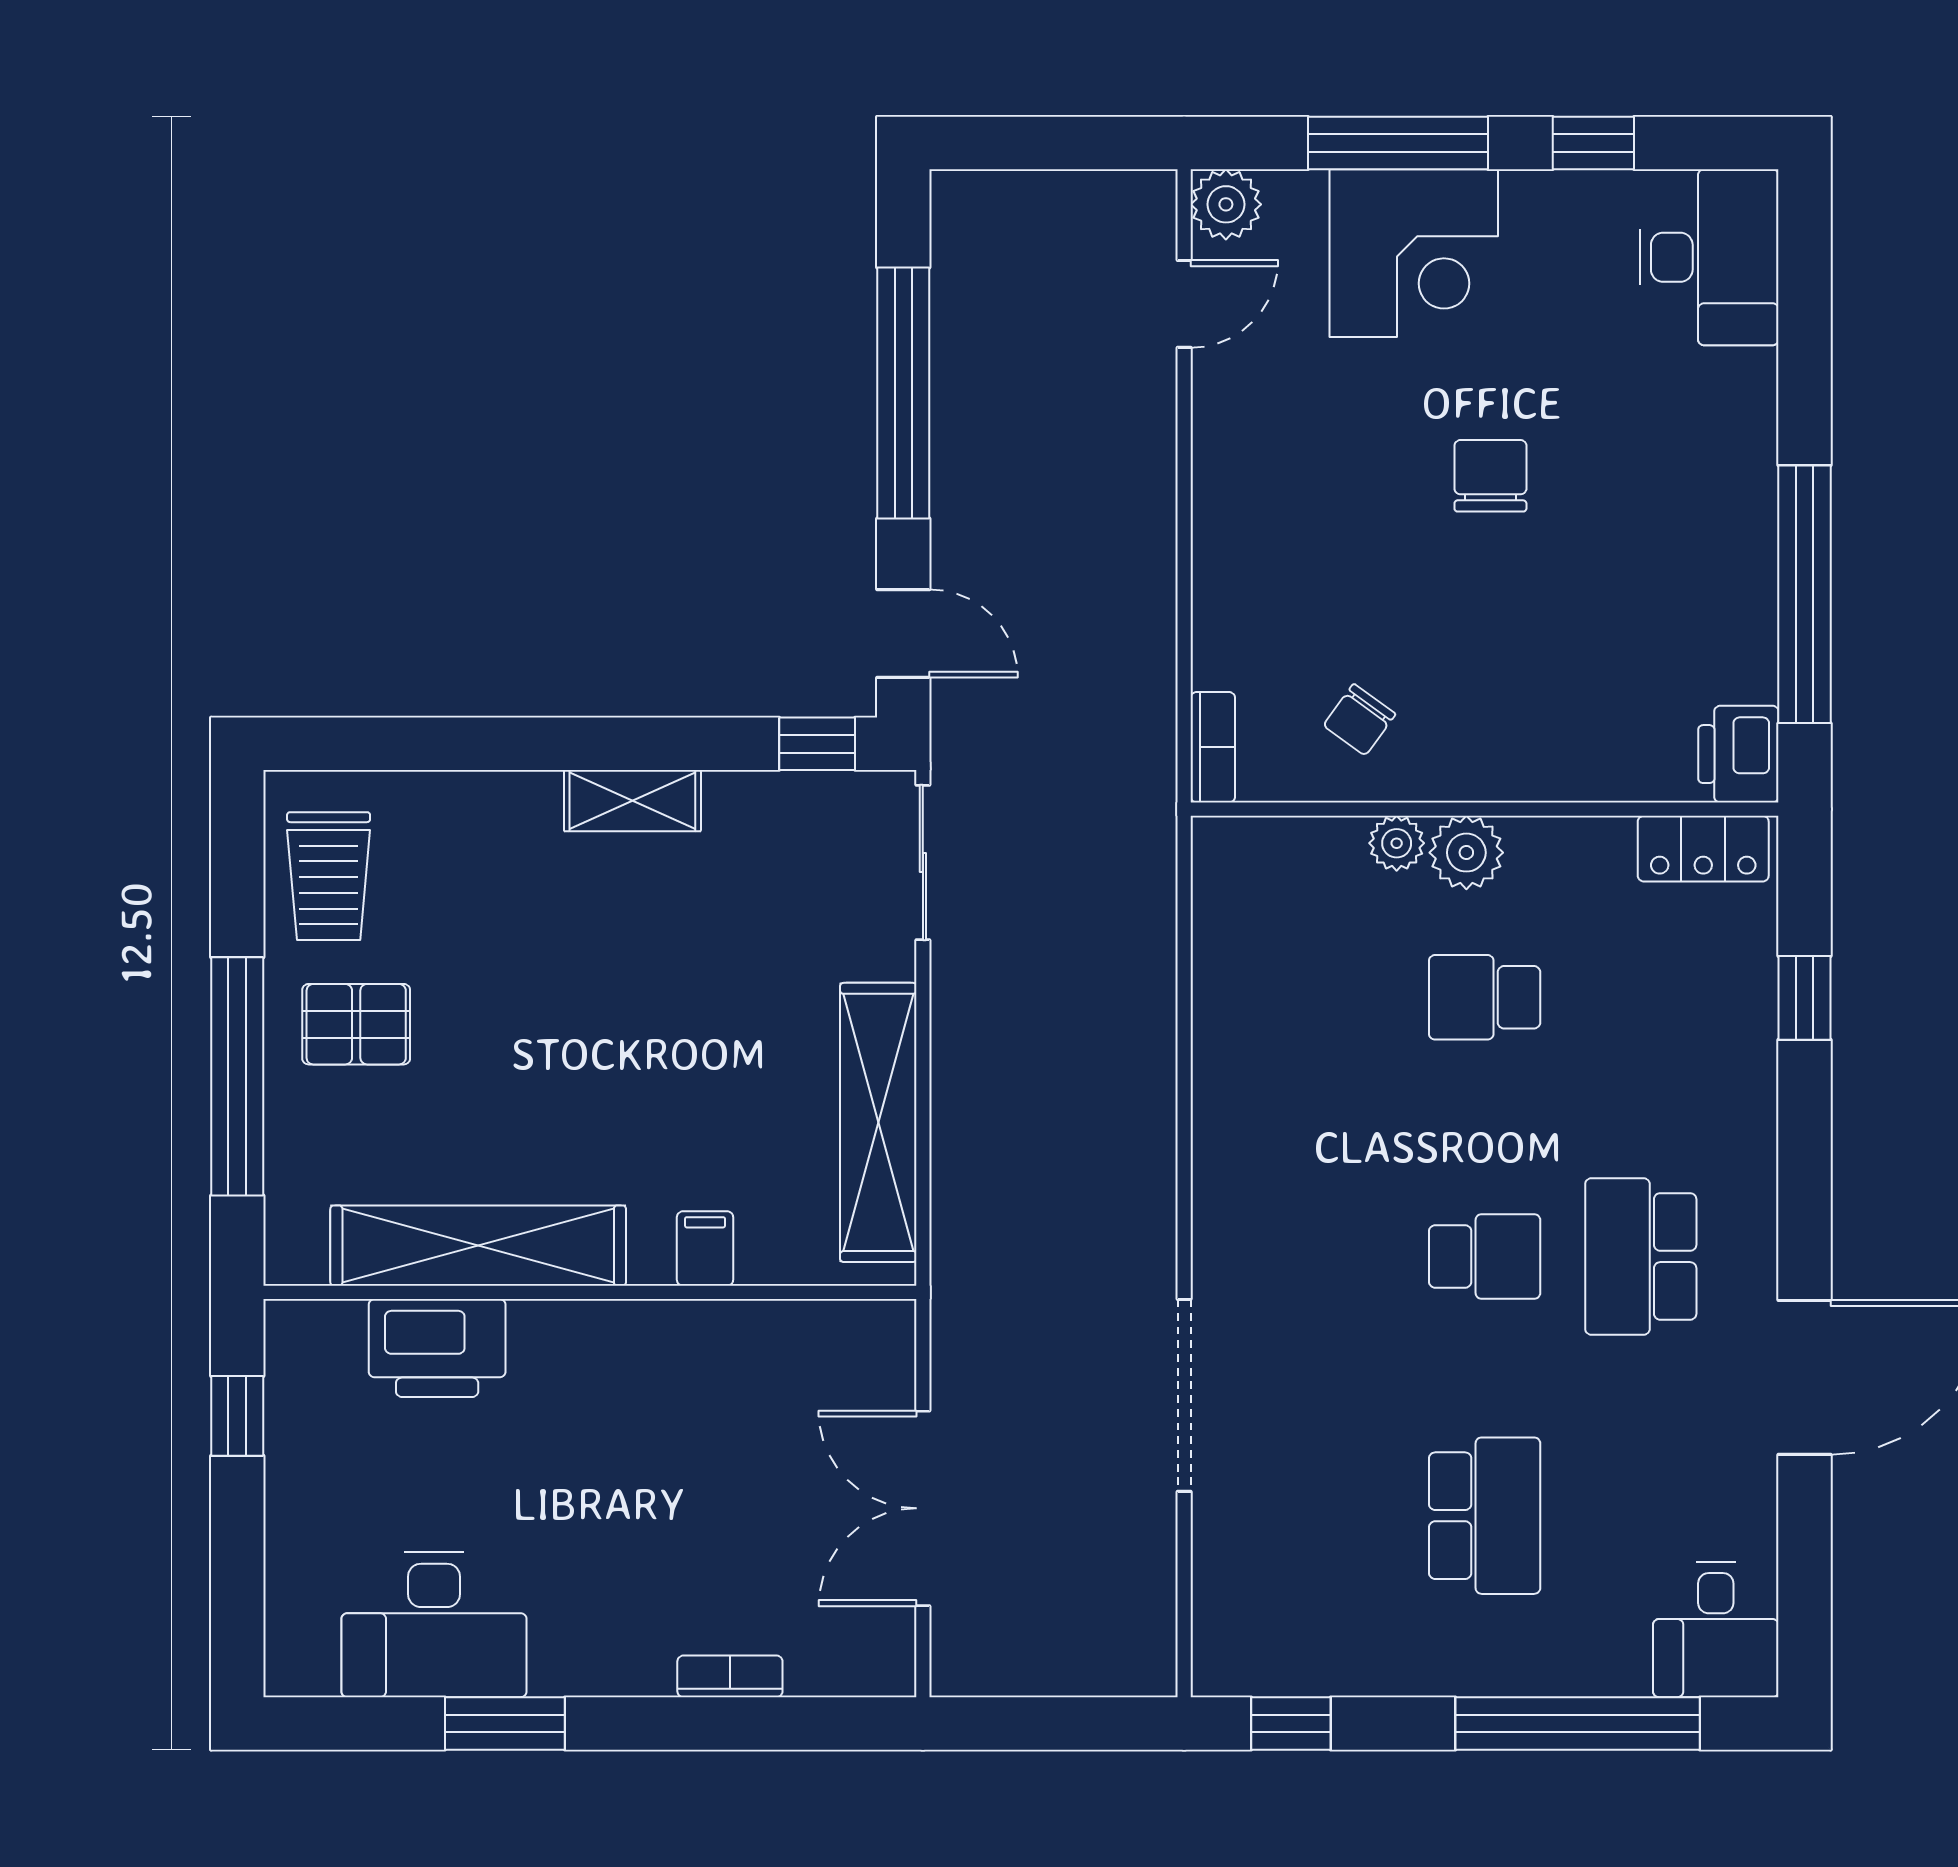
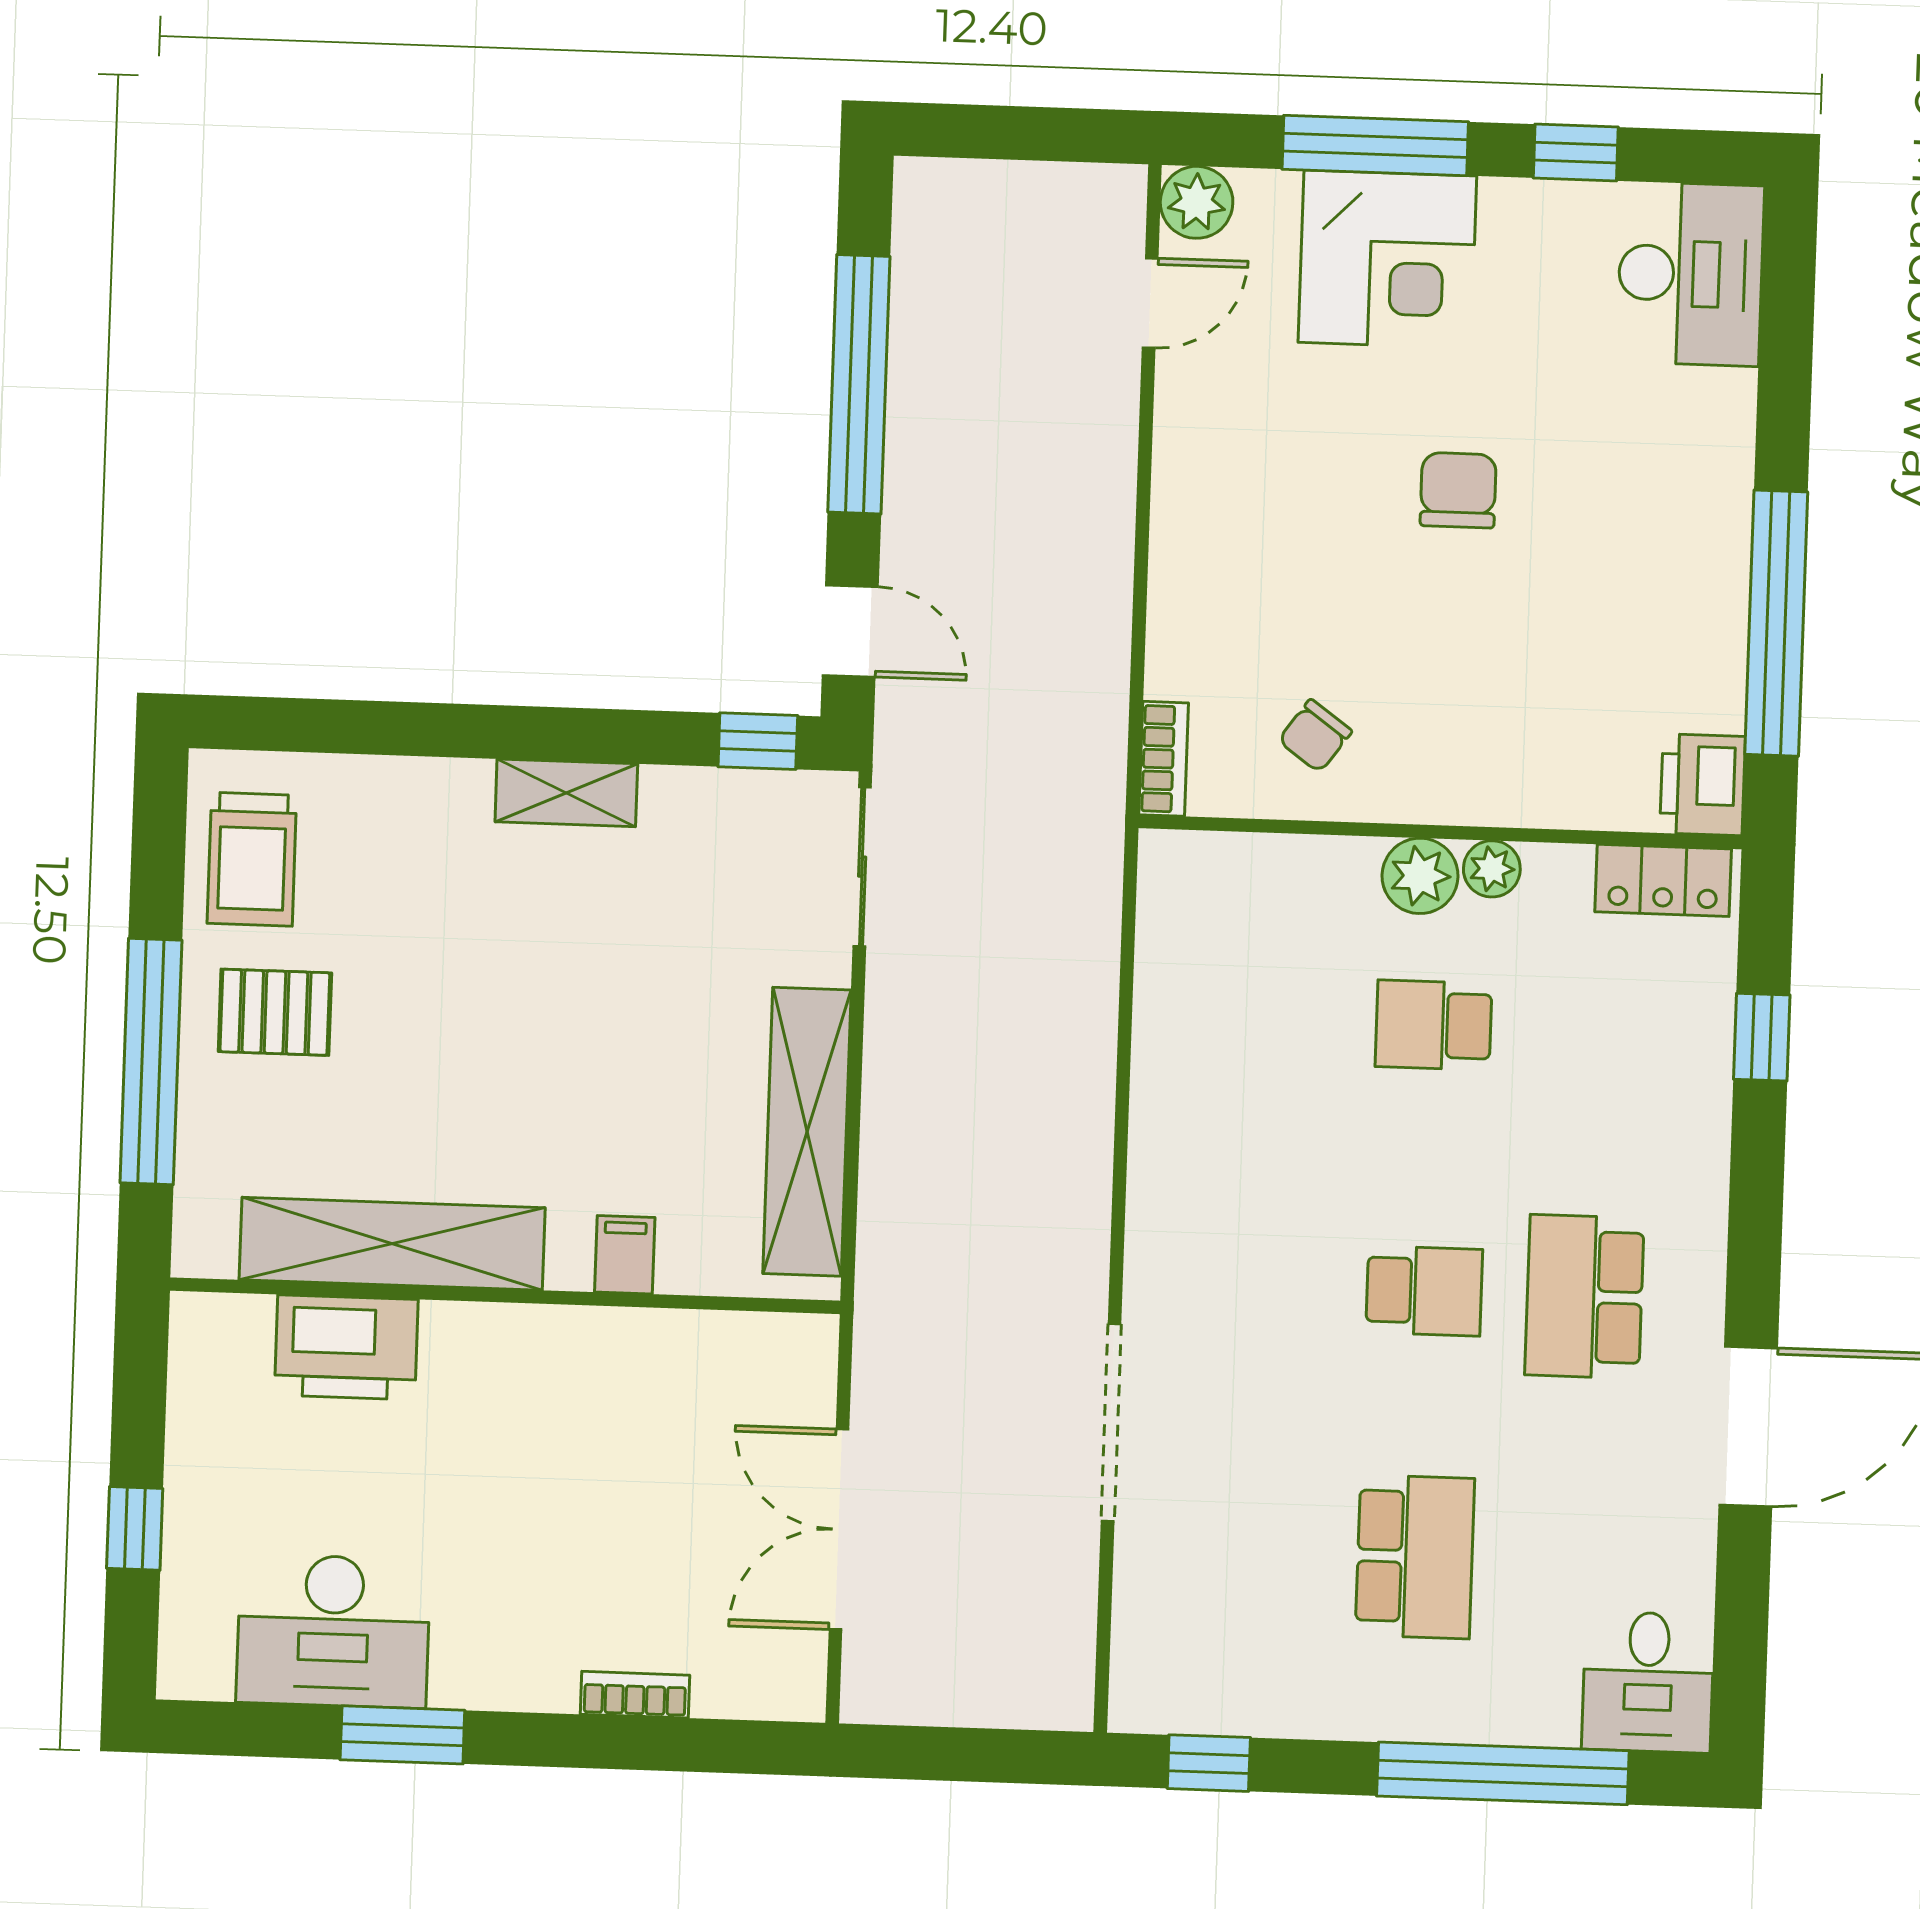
plant: (1397, 843) -> (1492, 869), moved
window: (237, 1416) -> (135, 1528), moved

